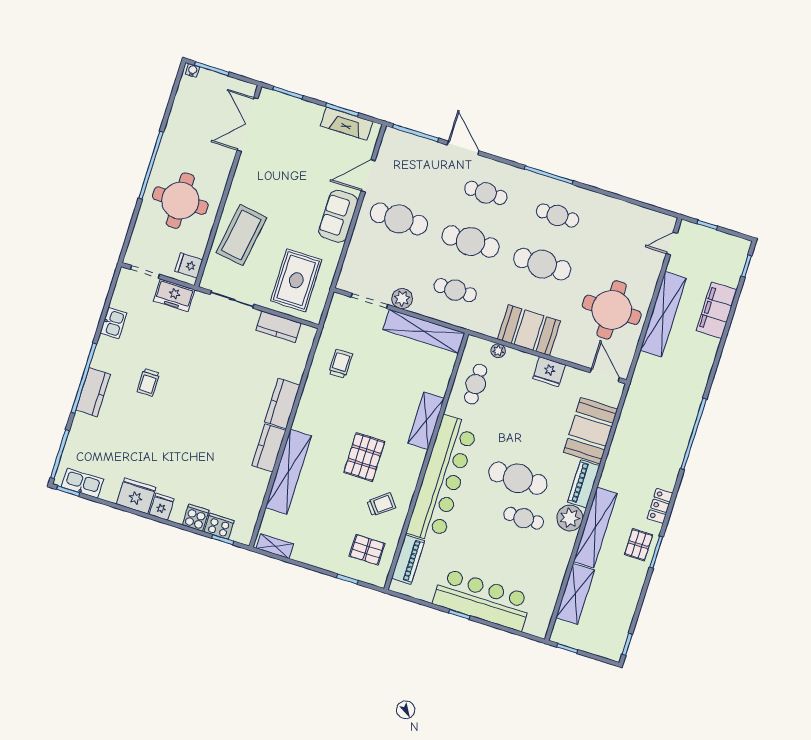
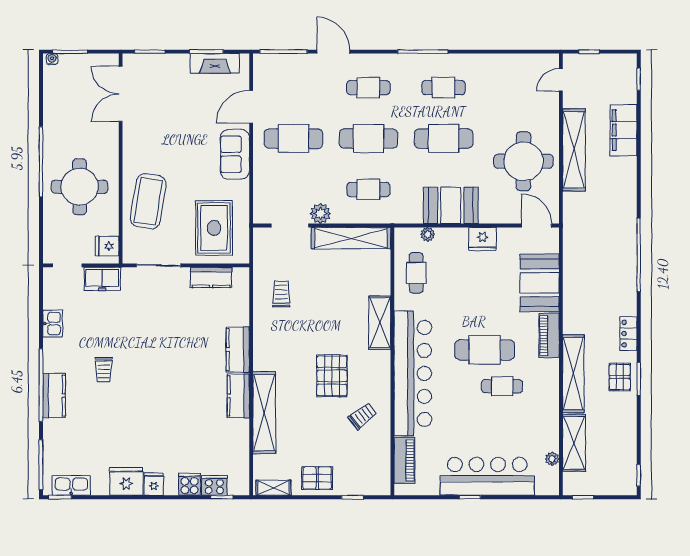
plant: (570, 518) -> (552, 459), moved, width x0.53, depth x0.53
pallet: (367, 550) -> (317, 478), moved

